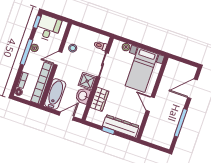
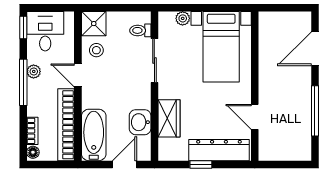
door: (58, 58) -> (78, 75), hinge flipped
shower: (87, 81) -> (94, 24), moved
door: (150, 104) -> (255, 117), moved

